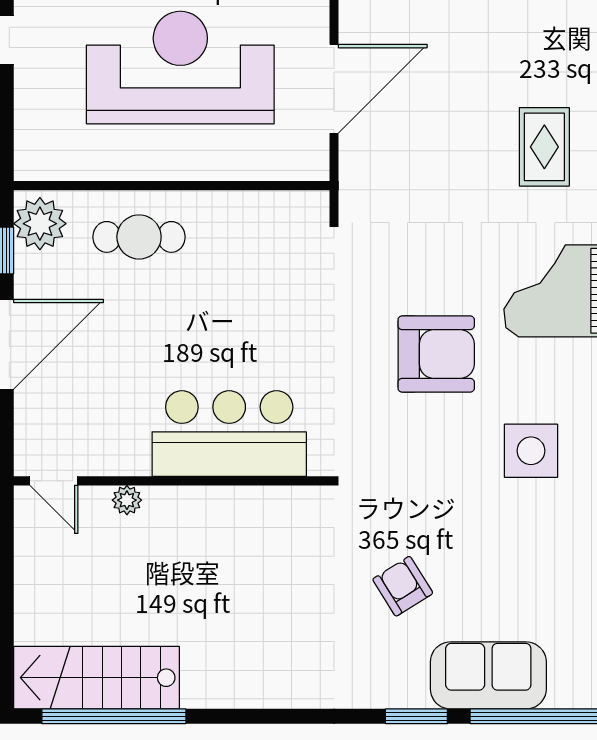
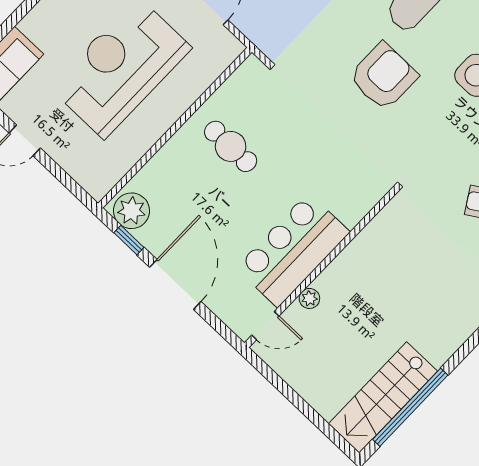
cafe table: (139, 237) -> (231, 146), moved, turned 90
bar counter: (229, 434) -> (293, 250), moved

